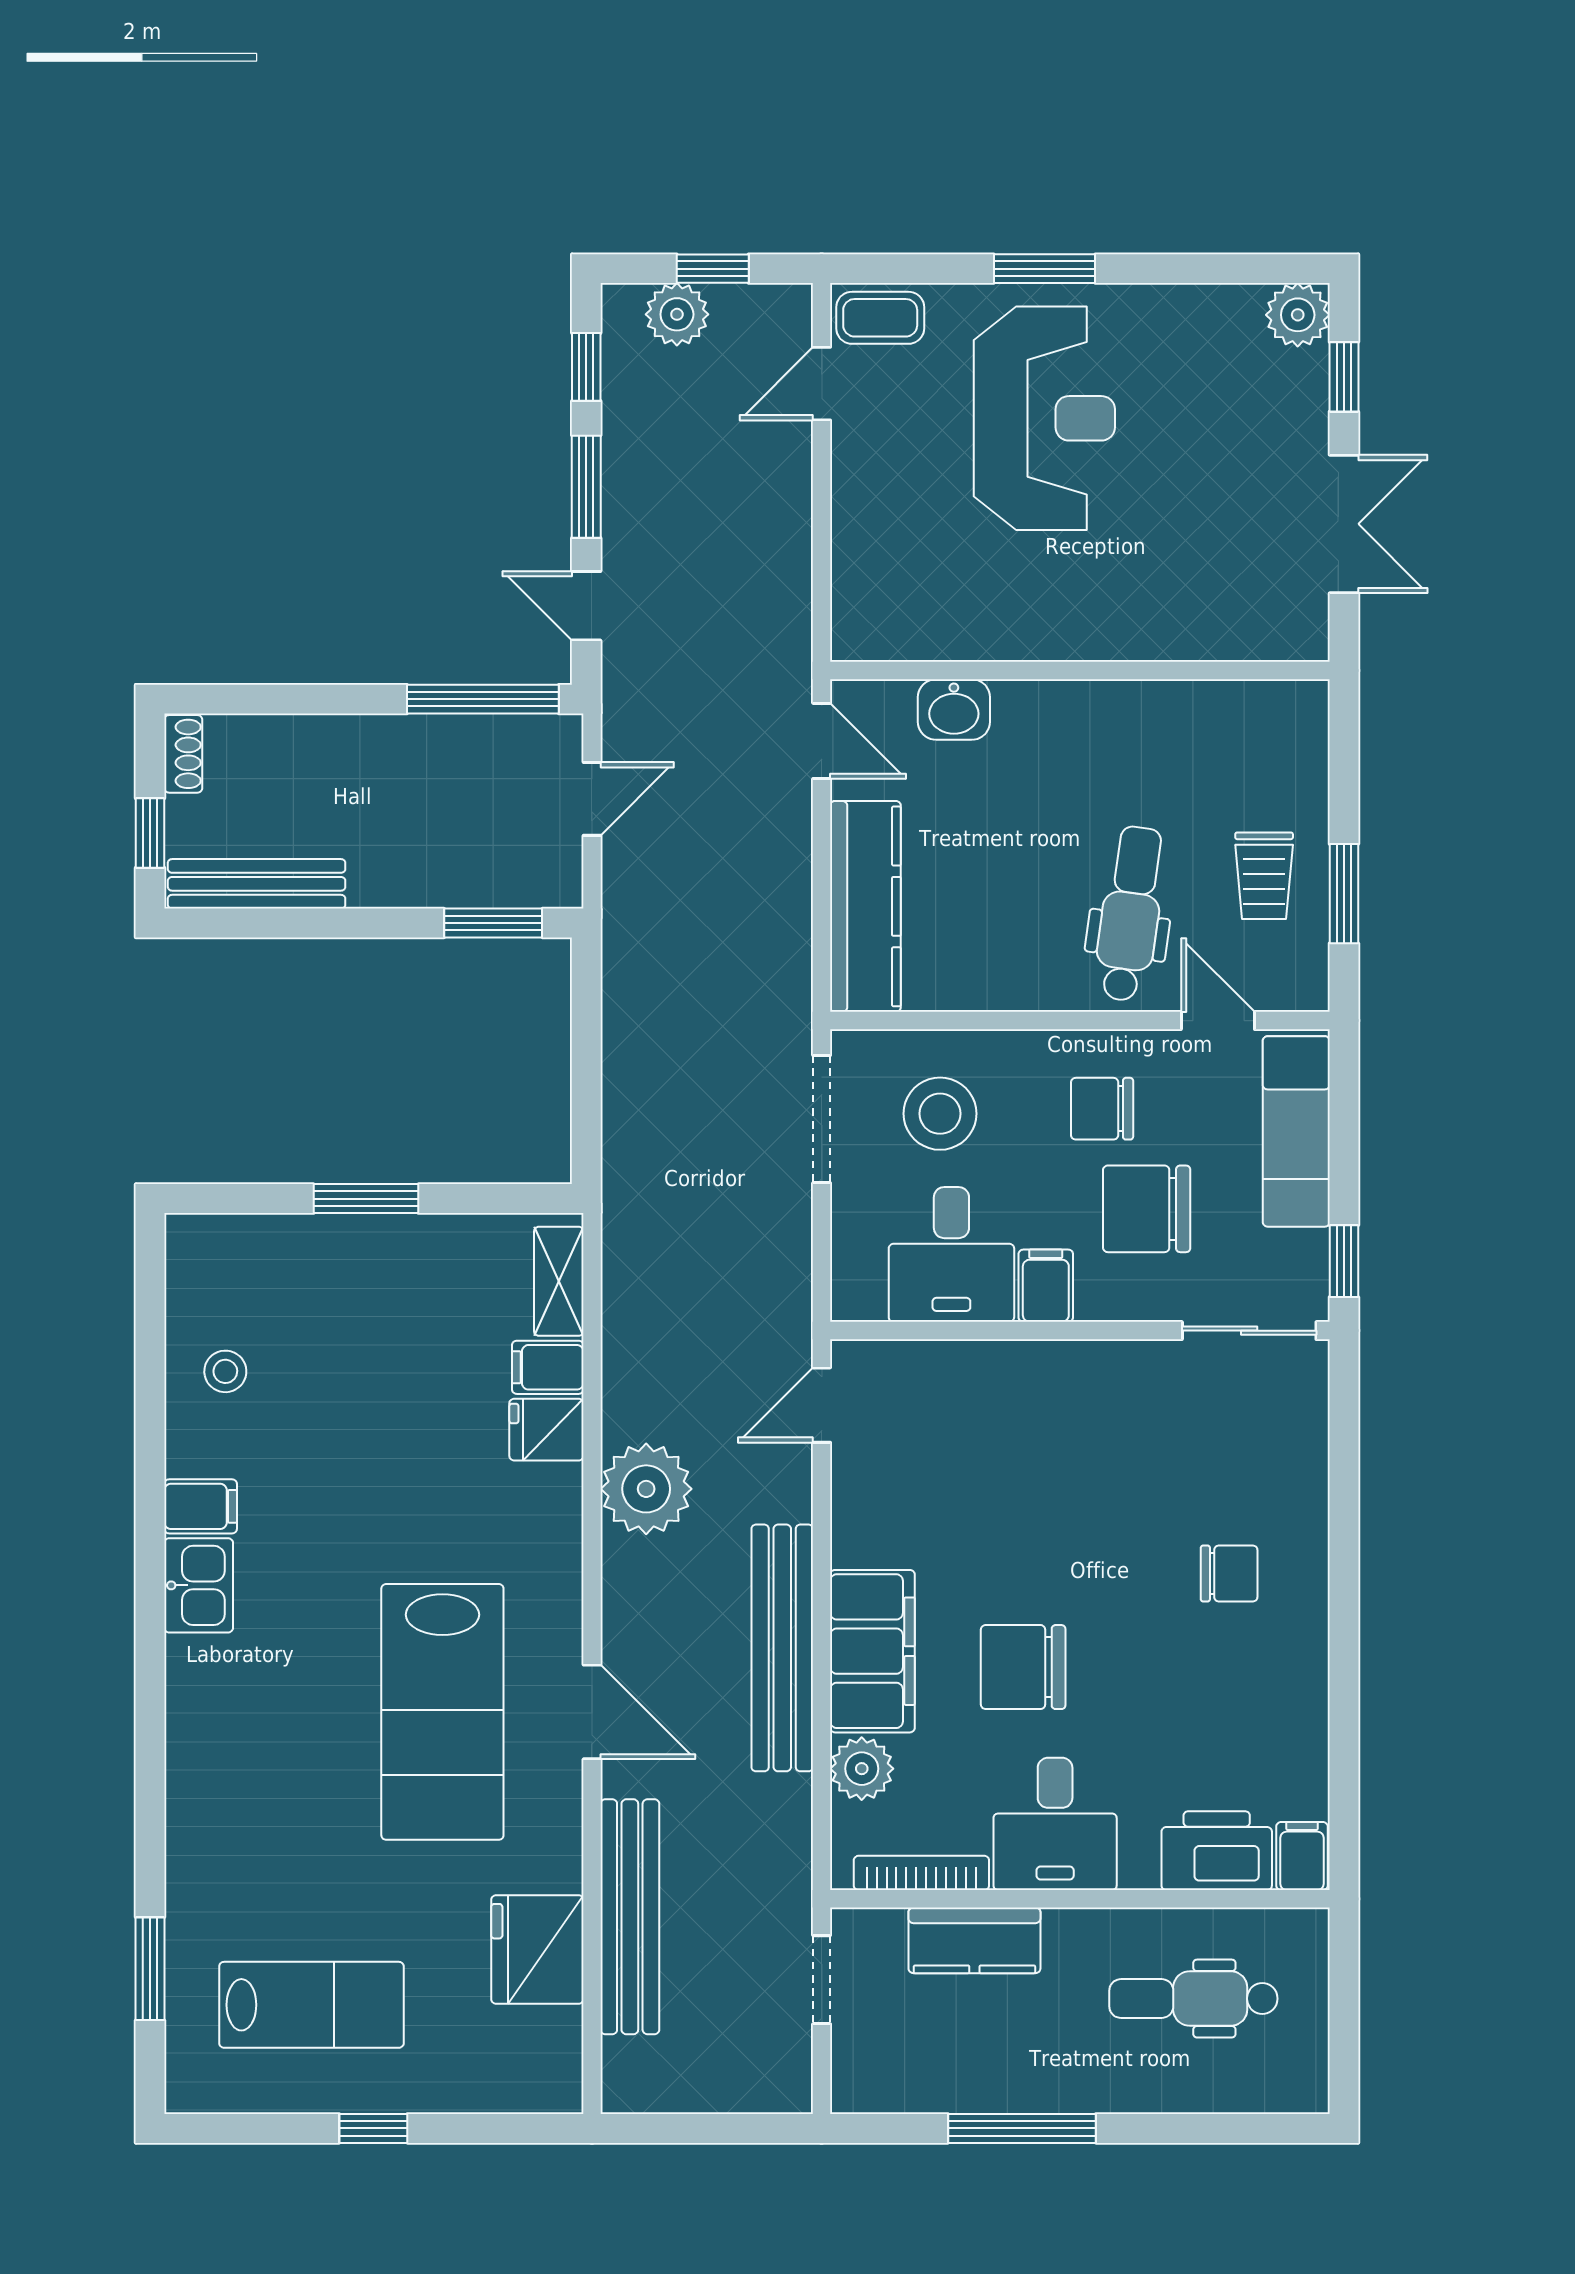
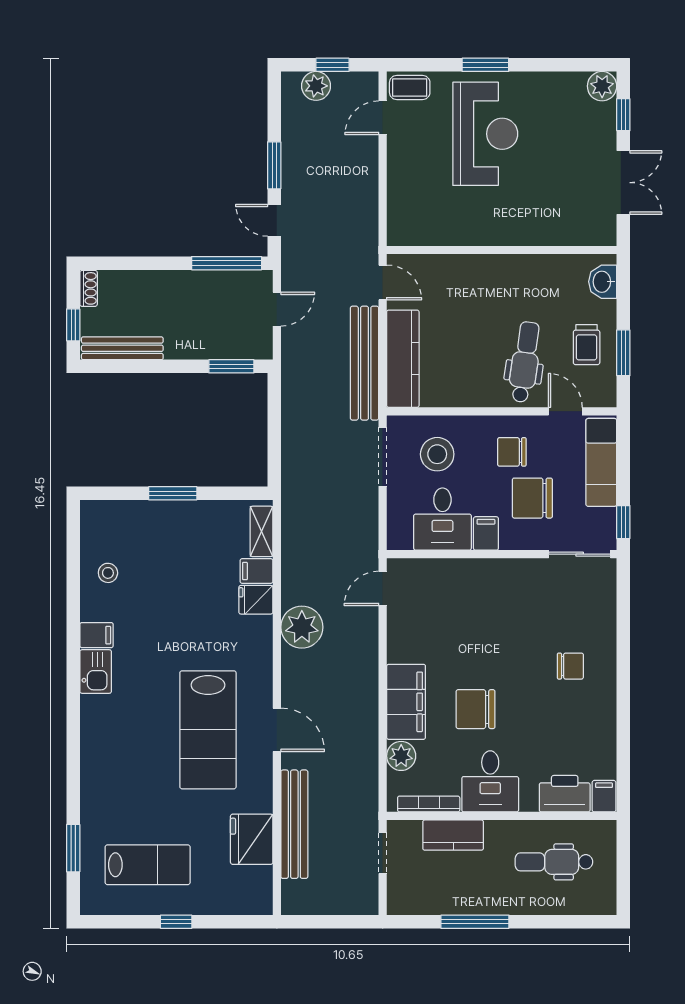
window: (586, 367) -> (274, 110), removed
washbasin: (954, 709) -> (603, 282), moved, turned 90
bench: (782, 1648) -> (365, 363), moved

